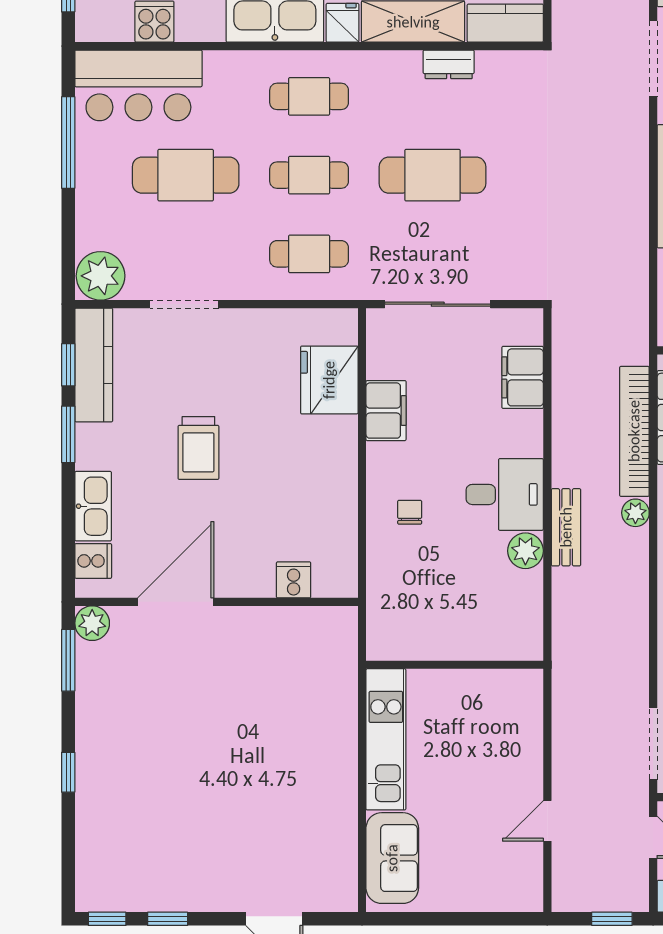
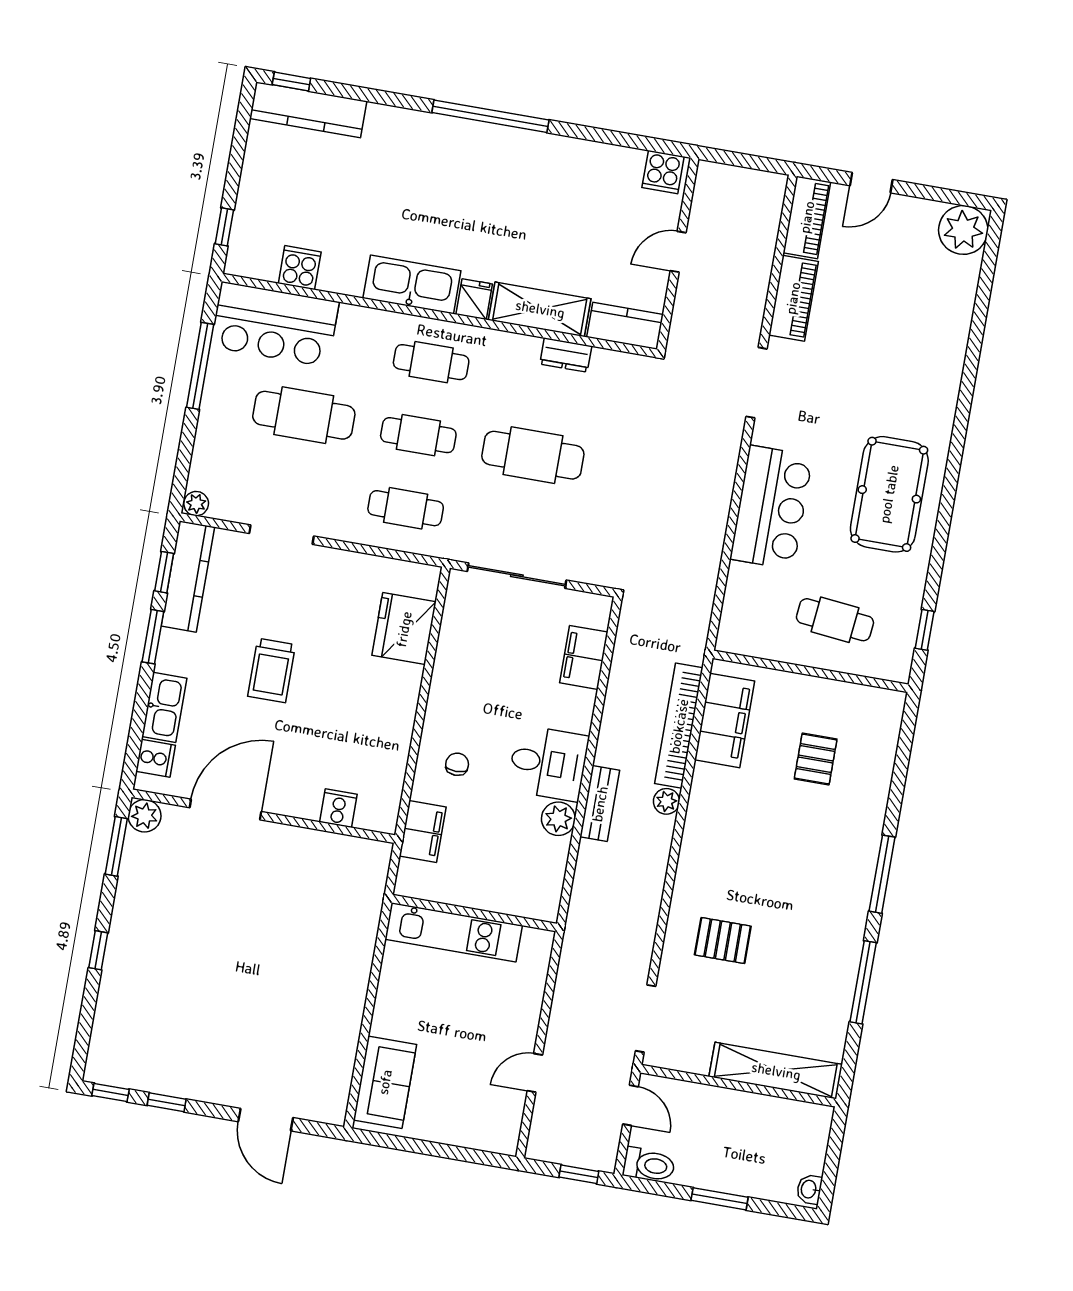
plant: (101, 276) -> (196, 504), width x0.53, depth x0.53
filing cabinet: (386, 411) -> (423, 831), moved
kitchen unit: (386, 739) -> (454, 932), moved, turned 90

